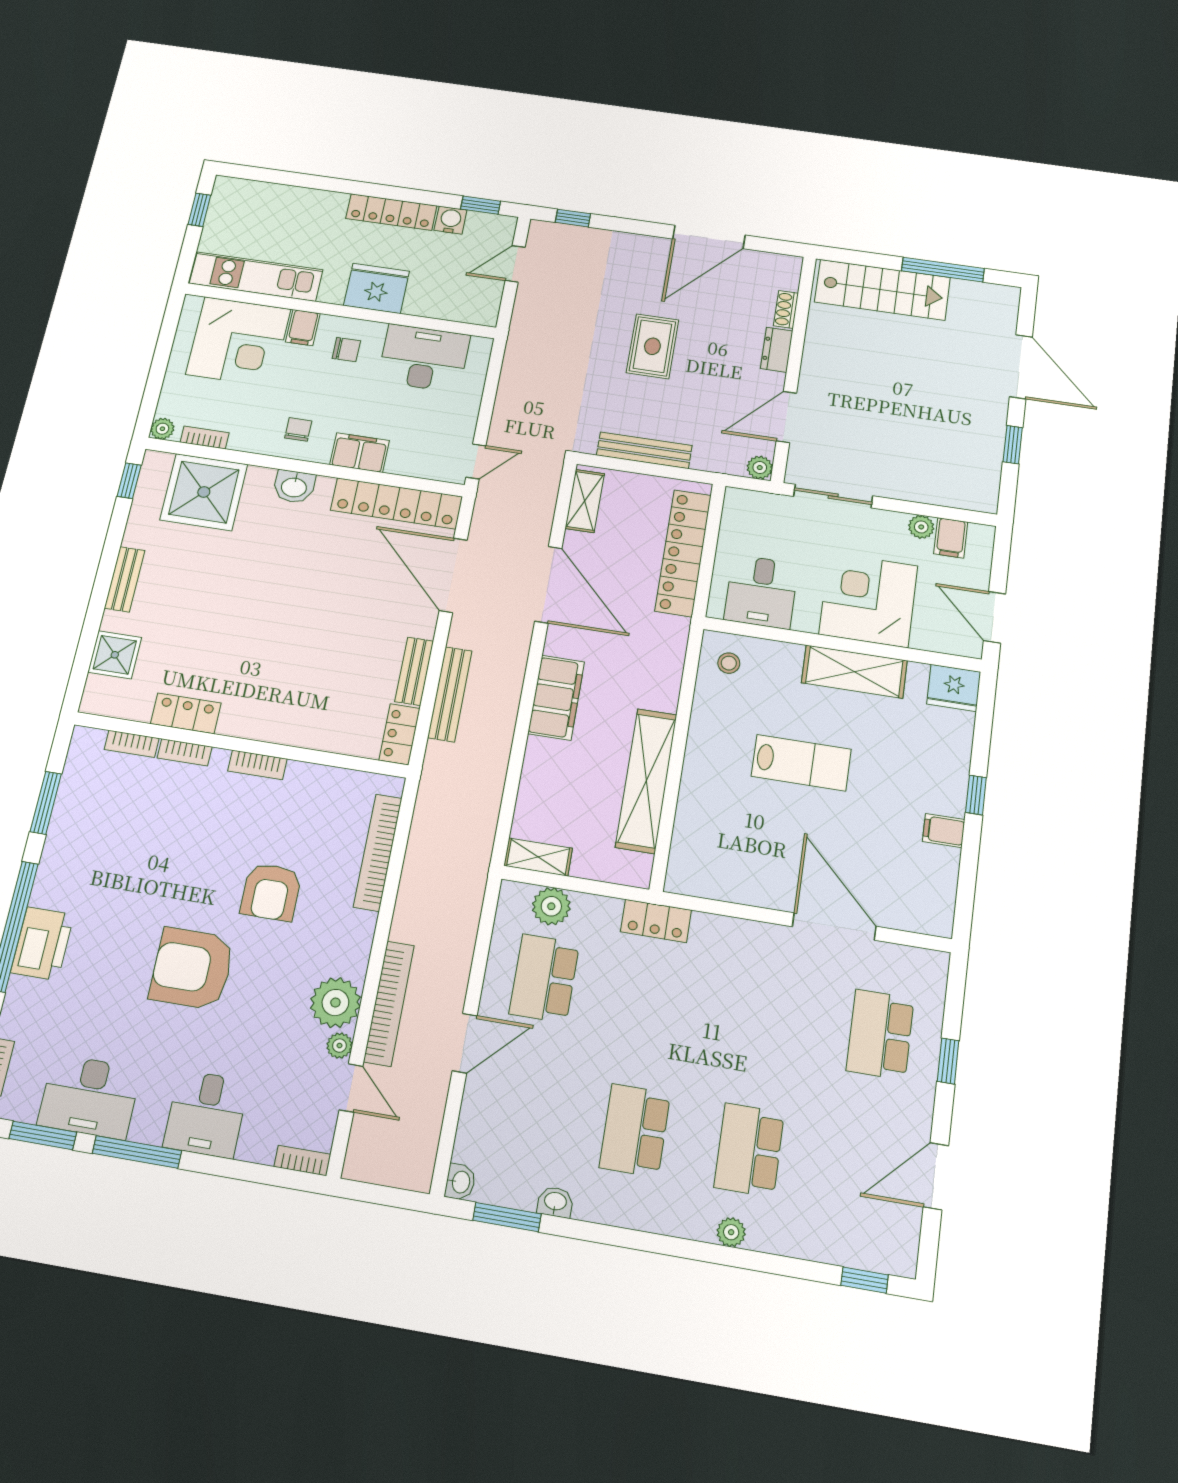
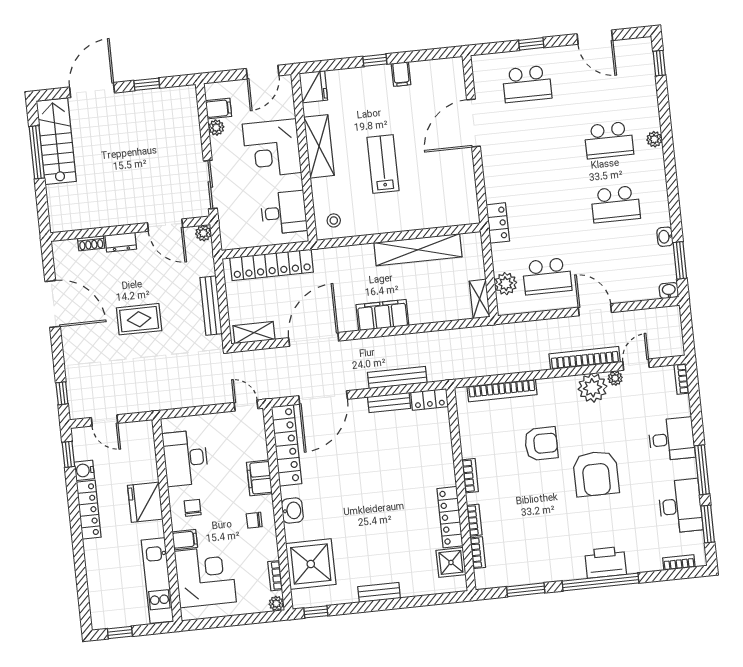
stairs: (882, 290) -> (56, 141), moved
shower: (115, 655) -> (451, 562), moved
locker: (186, 713) -> (450, 517), width x1.53

